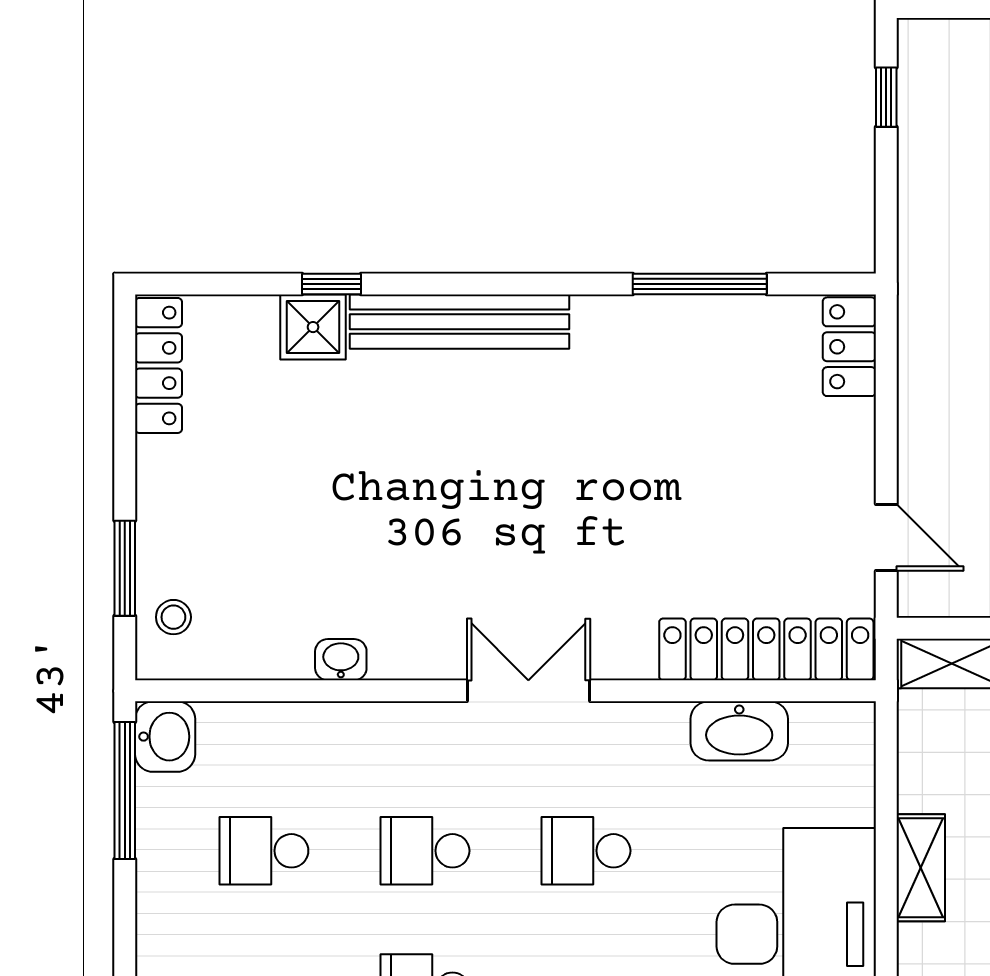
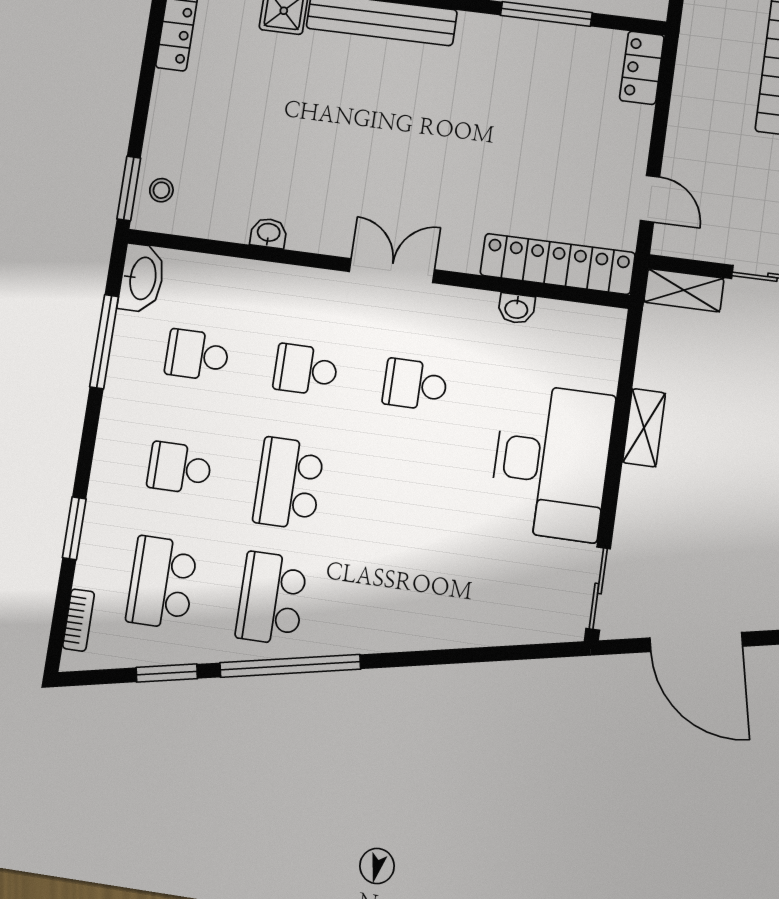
window: (125, 568) -> (129, 188), moved
washbasin: (739, 731) -> (516, 309), width x0.52, depth x0.69
washbasin: (165, 737) -> (142, 278), width x1.38
window: (125, 791) -> (104, 342), moved

